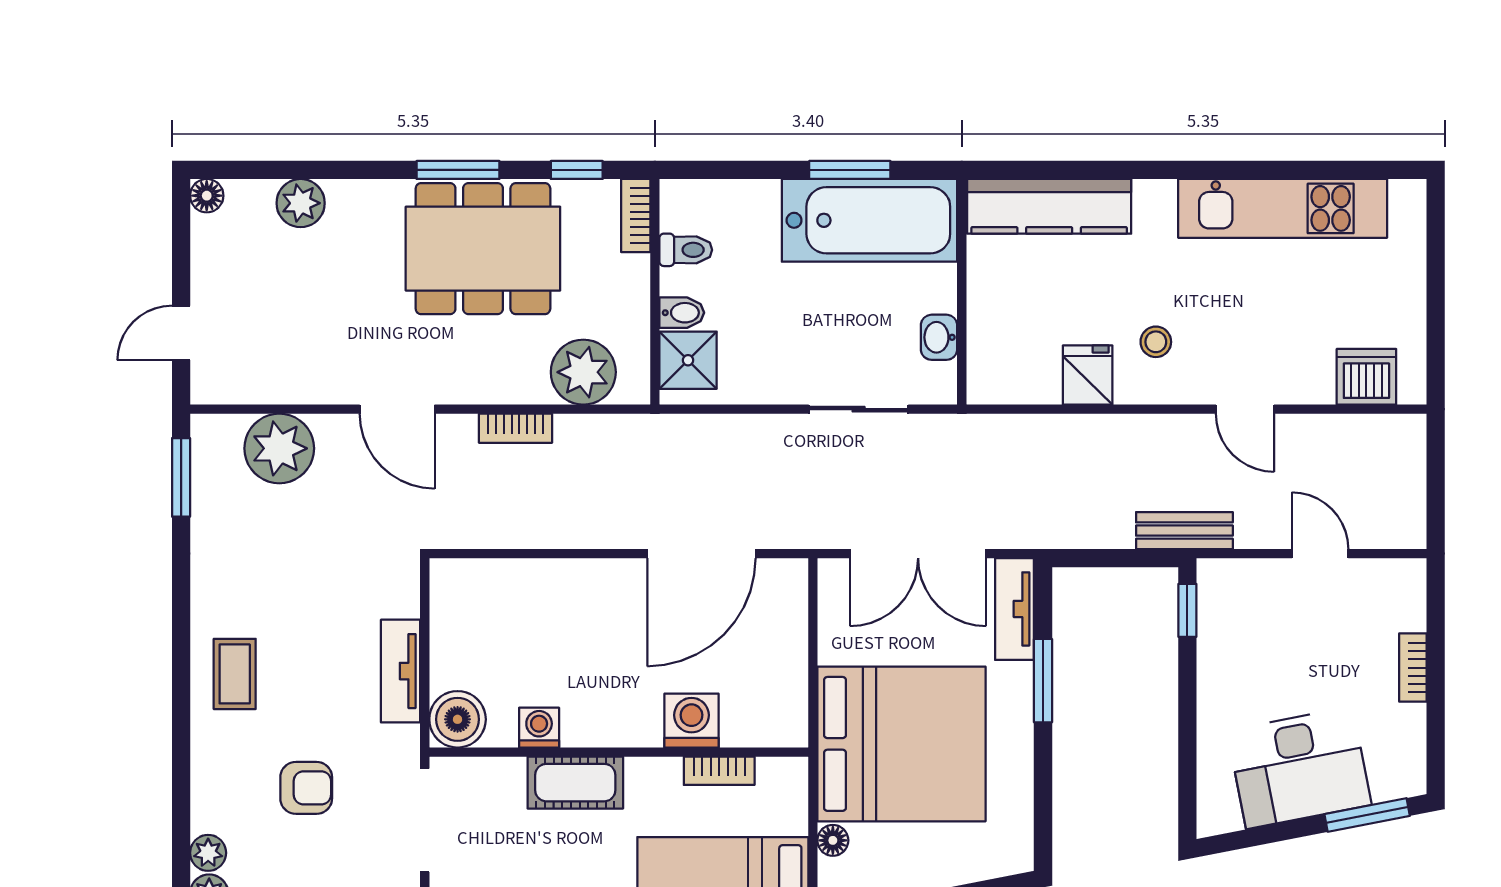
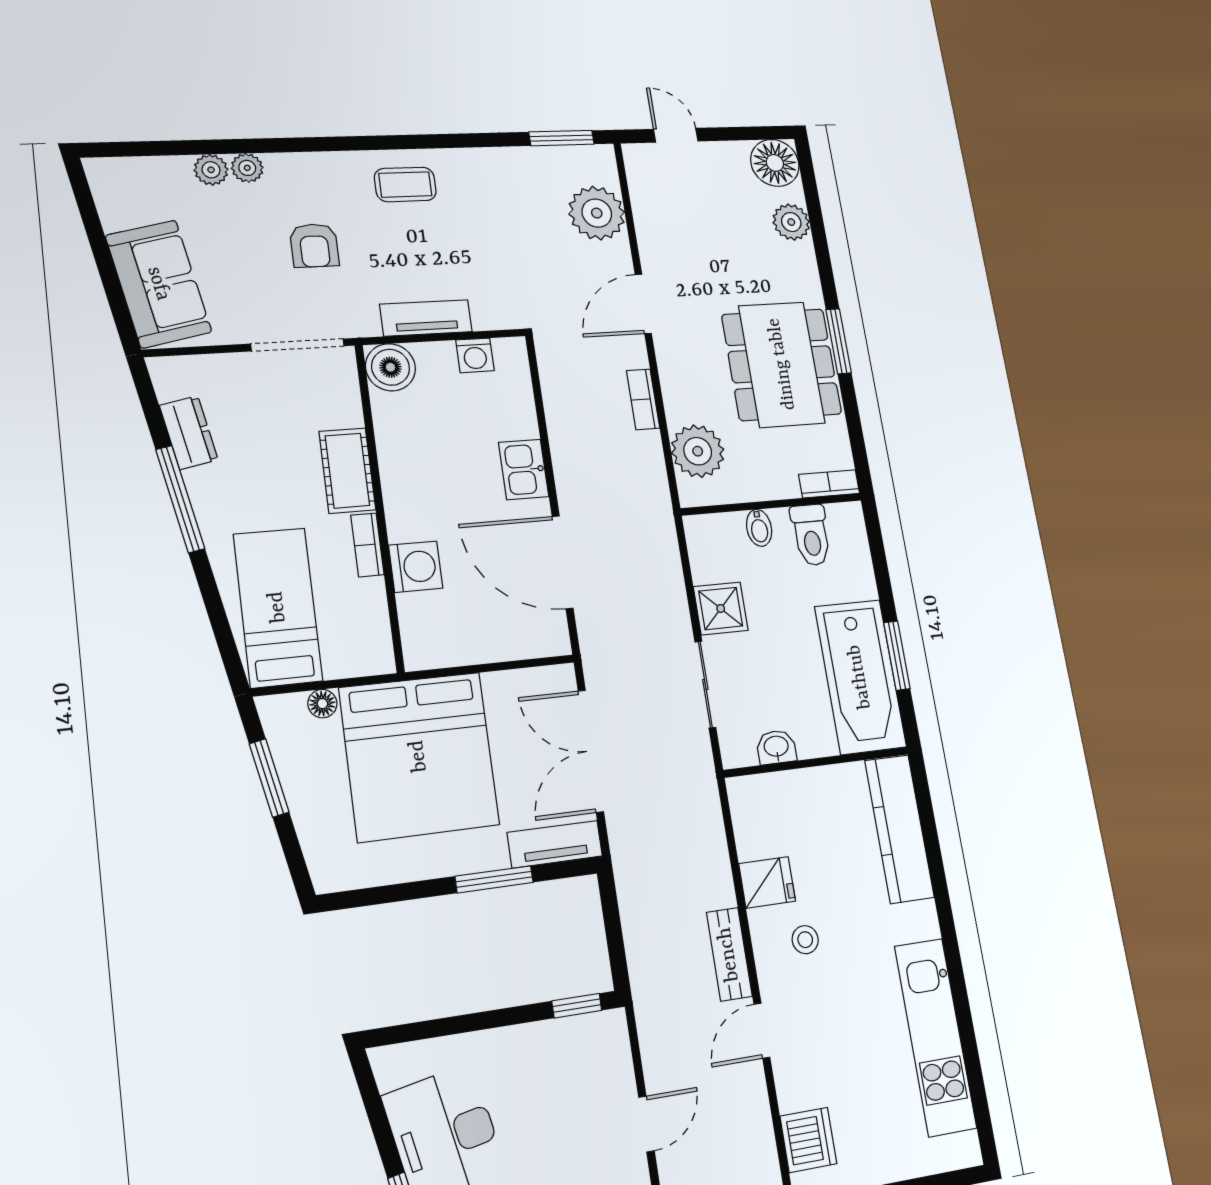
window: (577, 170) -> (856, 434), removed
floor lamp: (207, 196) -> (775, 163), width x1.89, depth x1.89
toilet: (686, 250) -> (811, 535), width x1.37, depth x1.39
shower: (688, 360) -> (721, 608), moved
bench: (1184, 531) -> (729, 954), moved
kitchen sink: (589, 583) -> (524, 469), added
washing machine: (539, 728) -> (475, 355), moved, turned 90
bookcase: (719, 771) -> (367, 545), moved

